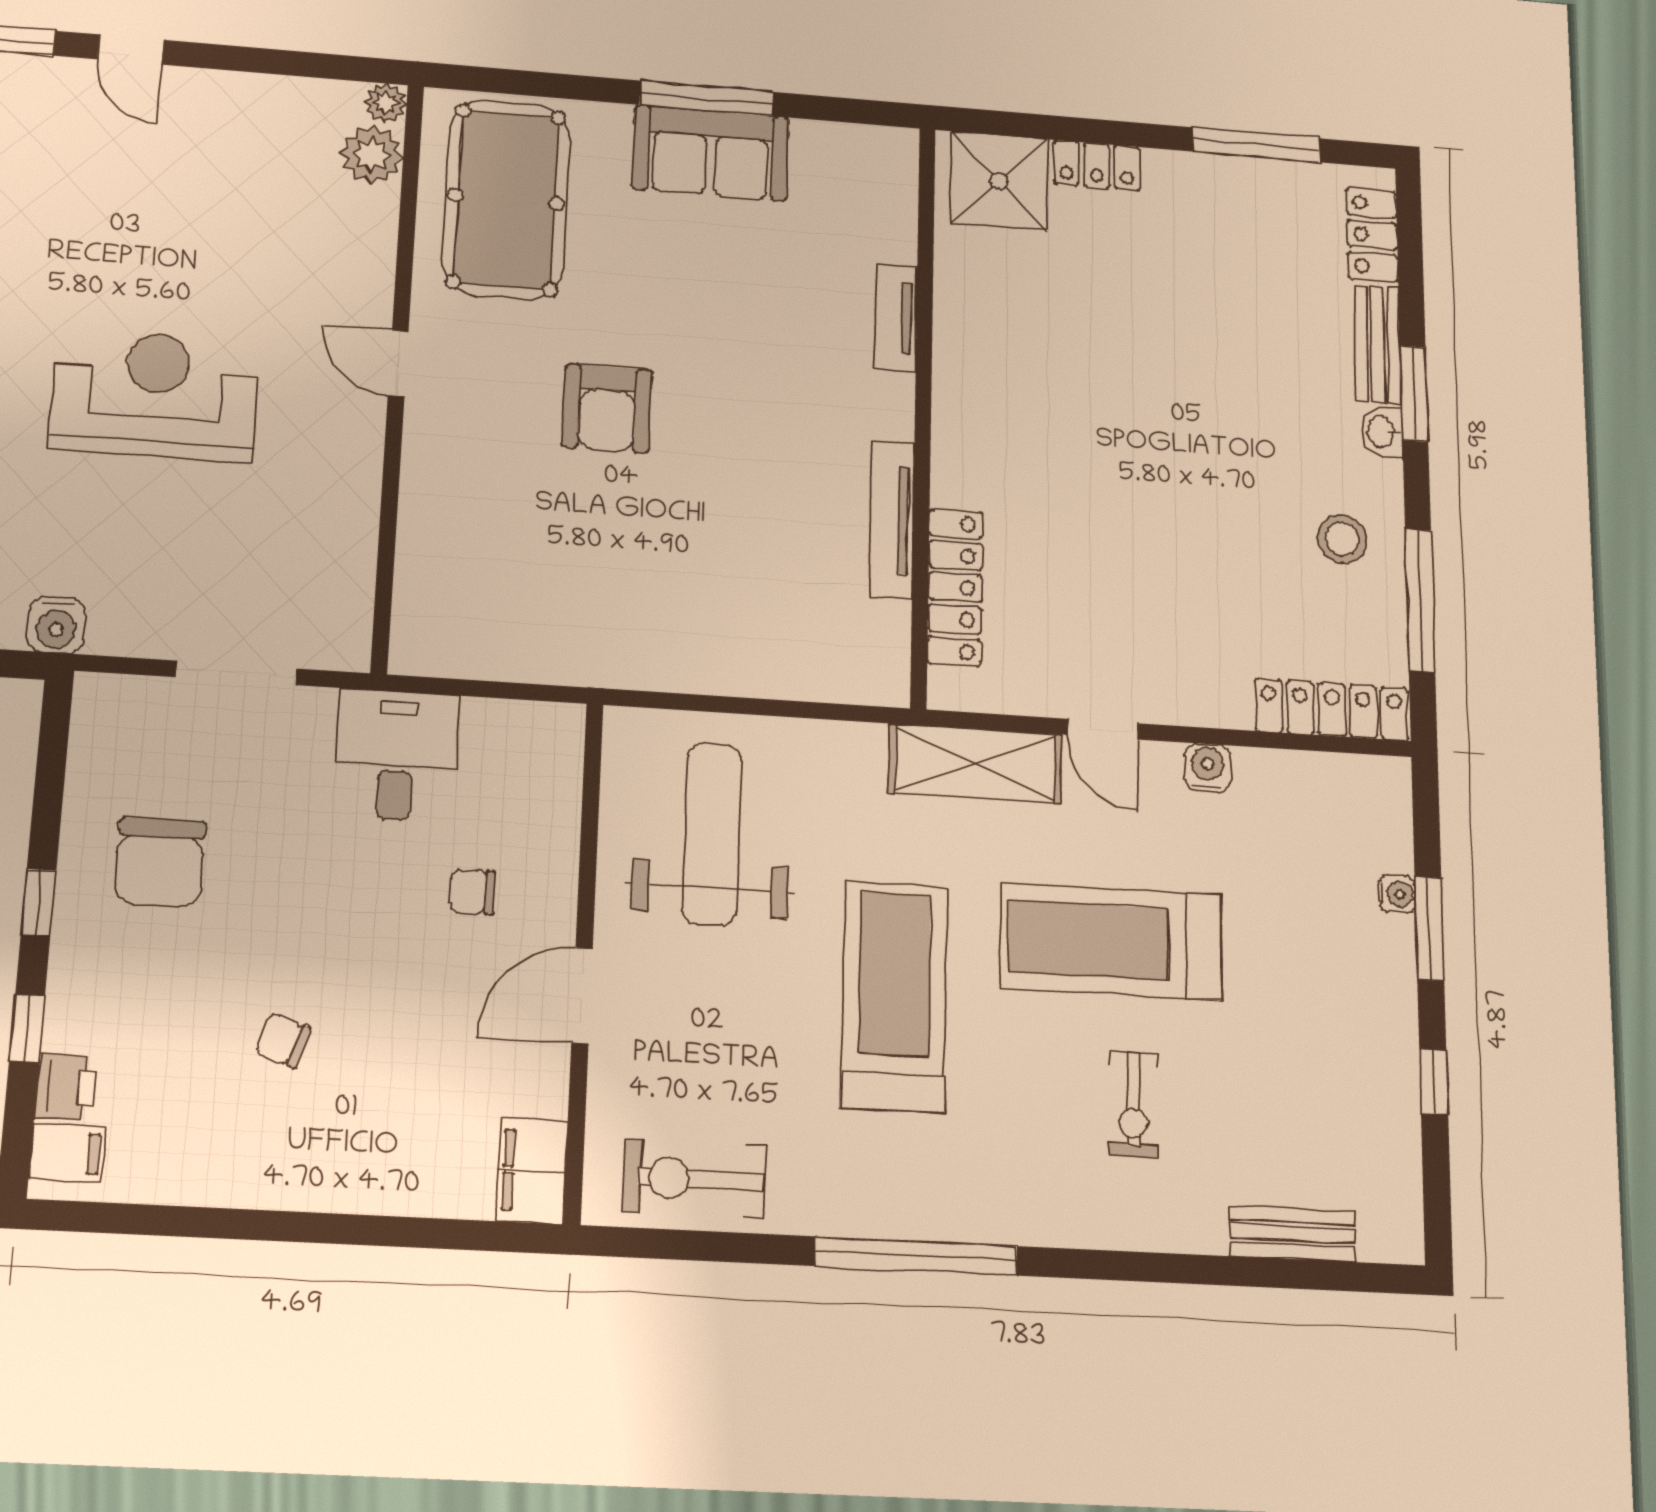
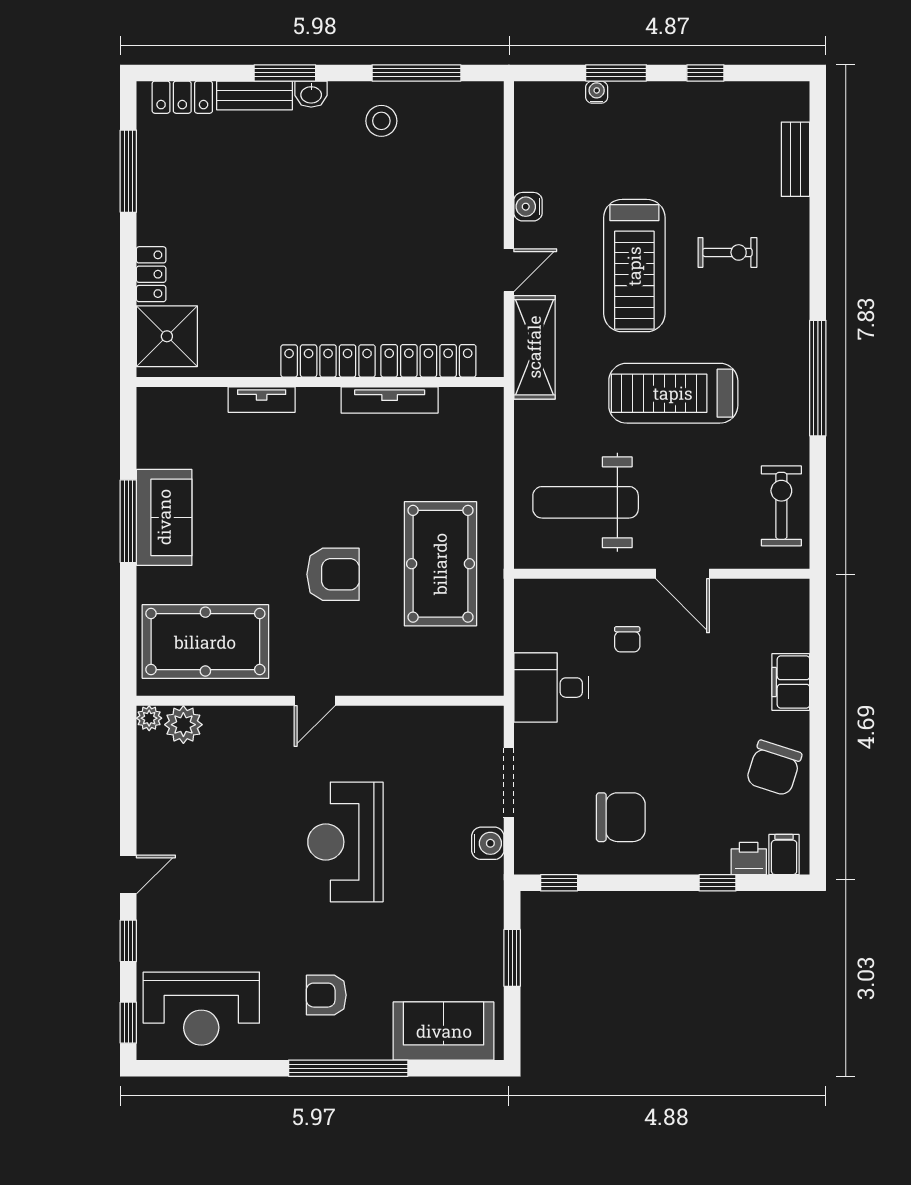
pool table: (617, 584) -> (440, 564), added
water cooler: (56, 625) -> (488, 843), moved
locker: (1332, 710) -> (328, 361), moved, turned 90
window: (39, 902) -> (559, 883), moved
chair: (283, 1040) -> (774, 768), moved, width x1.87, depth x1.87
filing cabinet: (532, 1171) -> (791, 682), moved, turned 90
exercise bike: (694, 1179) -> (781, 506), turned 180

